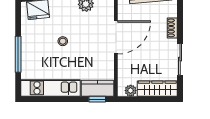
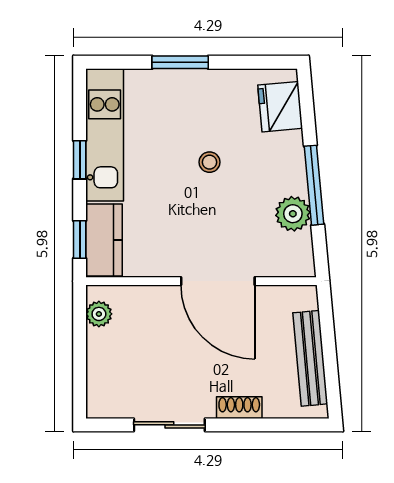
window: (18, 54) -> (180, 62), width x0.69
wardrobe: (157, 89) -> (103, 374), removed
window: (62, 99) -> (80, 160), added

